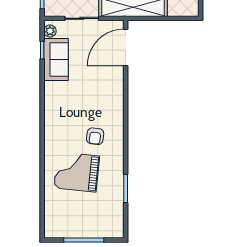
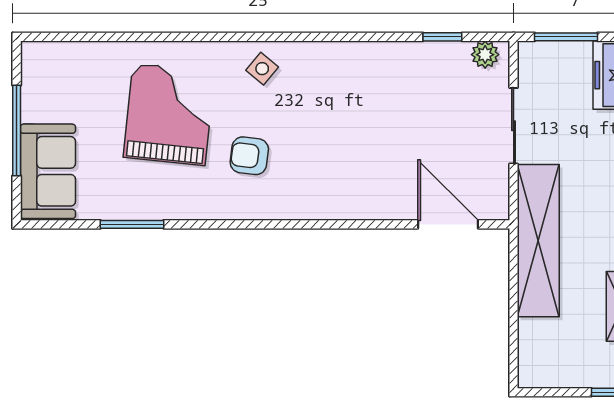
door: (126, 48) -> (448, 224), width x0.73
sofa: (56, 59) -> (48, 171), moved, turned -90
side table: (56, 130) -> (262, 69), added

